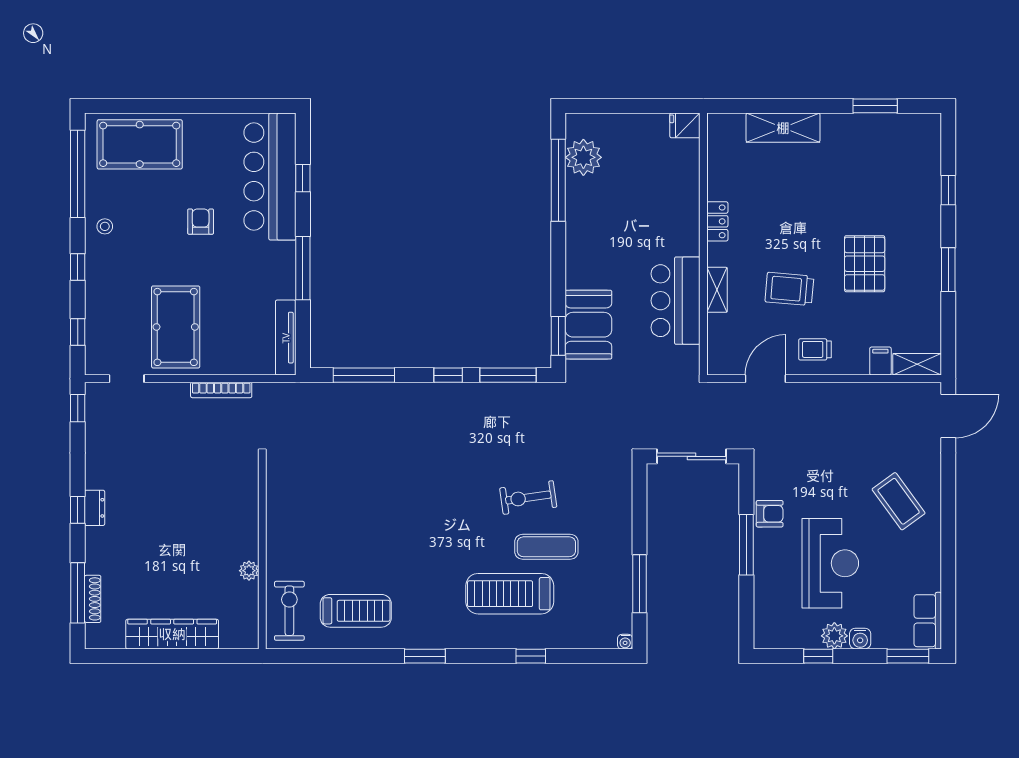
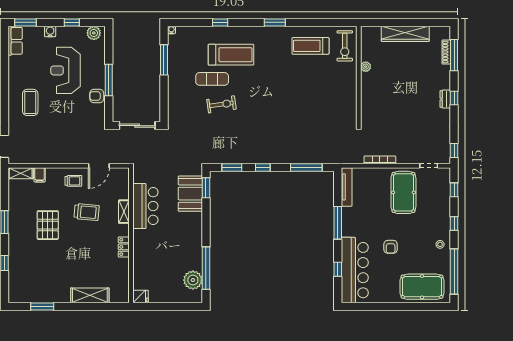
window: (508, 375) -> (232, 168), width x0.69
coffee table: (899, 501) -> (30, 102), turned 36
plant: (834, 636) -> (94, 33), moved

